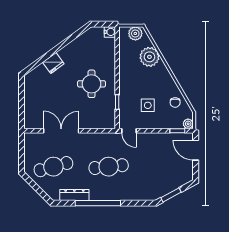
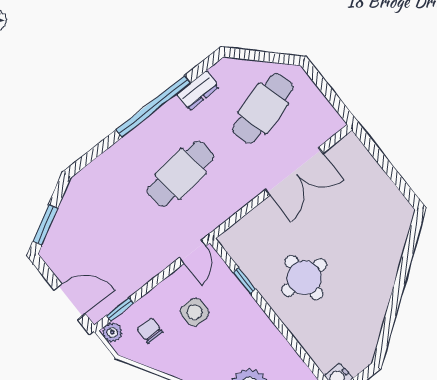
fridge: (53, 63) -> (386, 263), removed
chair: (175, 102) -> (150, 331), moved
door: (129, 131) -> (193, 252), swing flipped
dresser: (74, 195) -> (198, 91), width x0.70
window: (171, 195) -> (45, 225), moved

